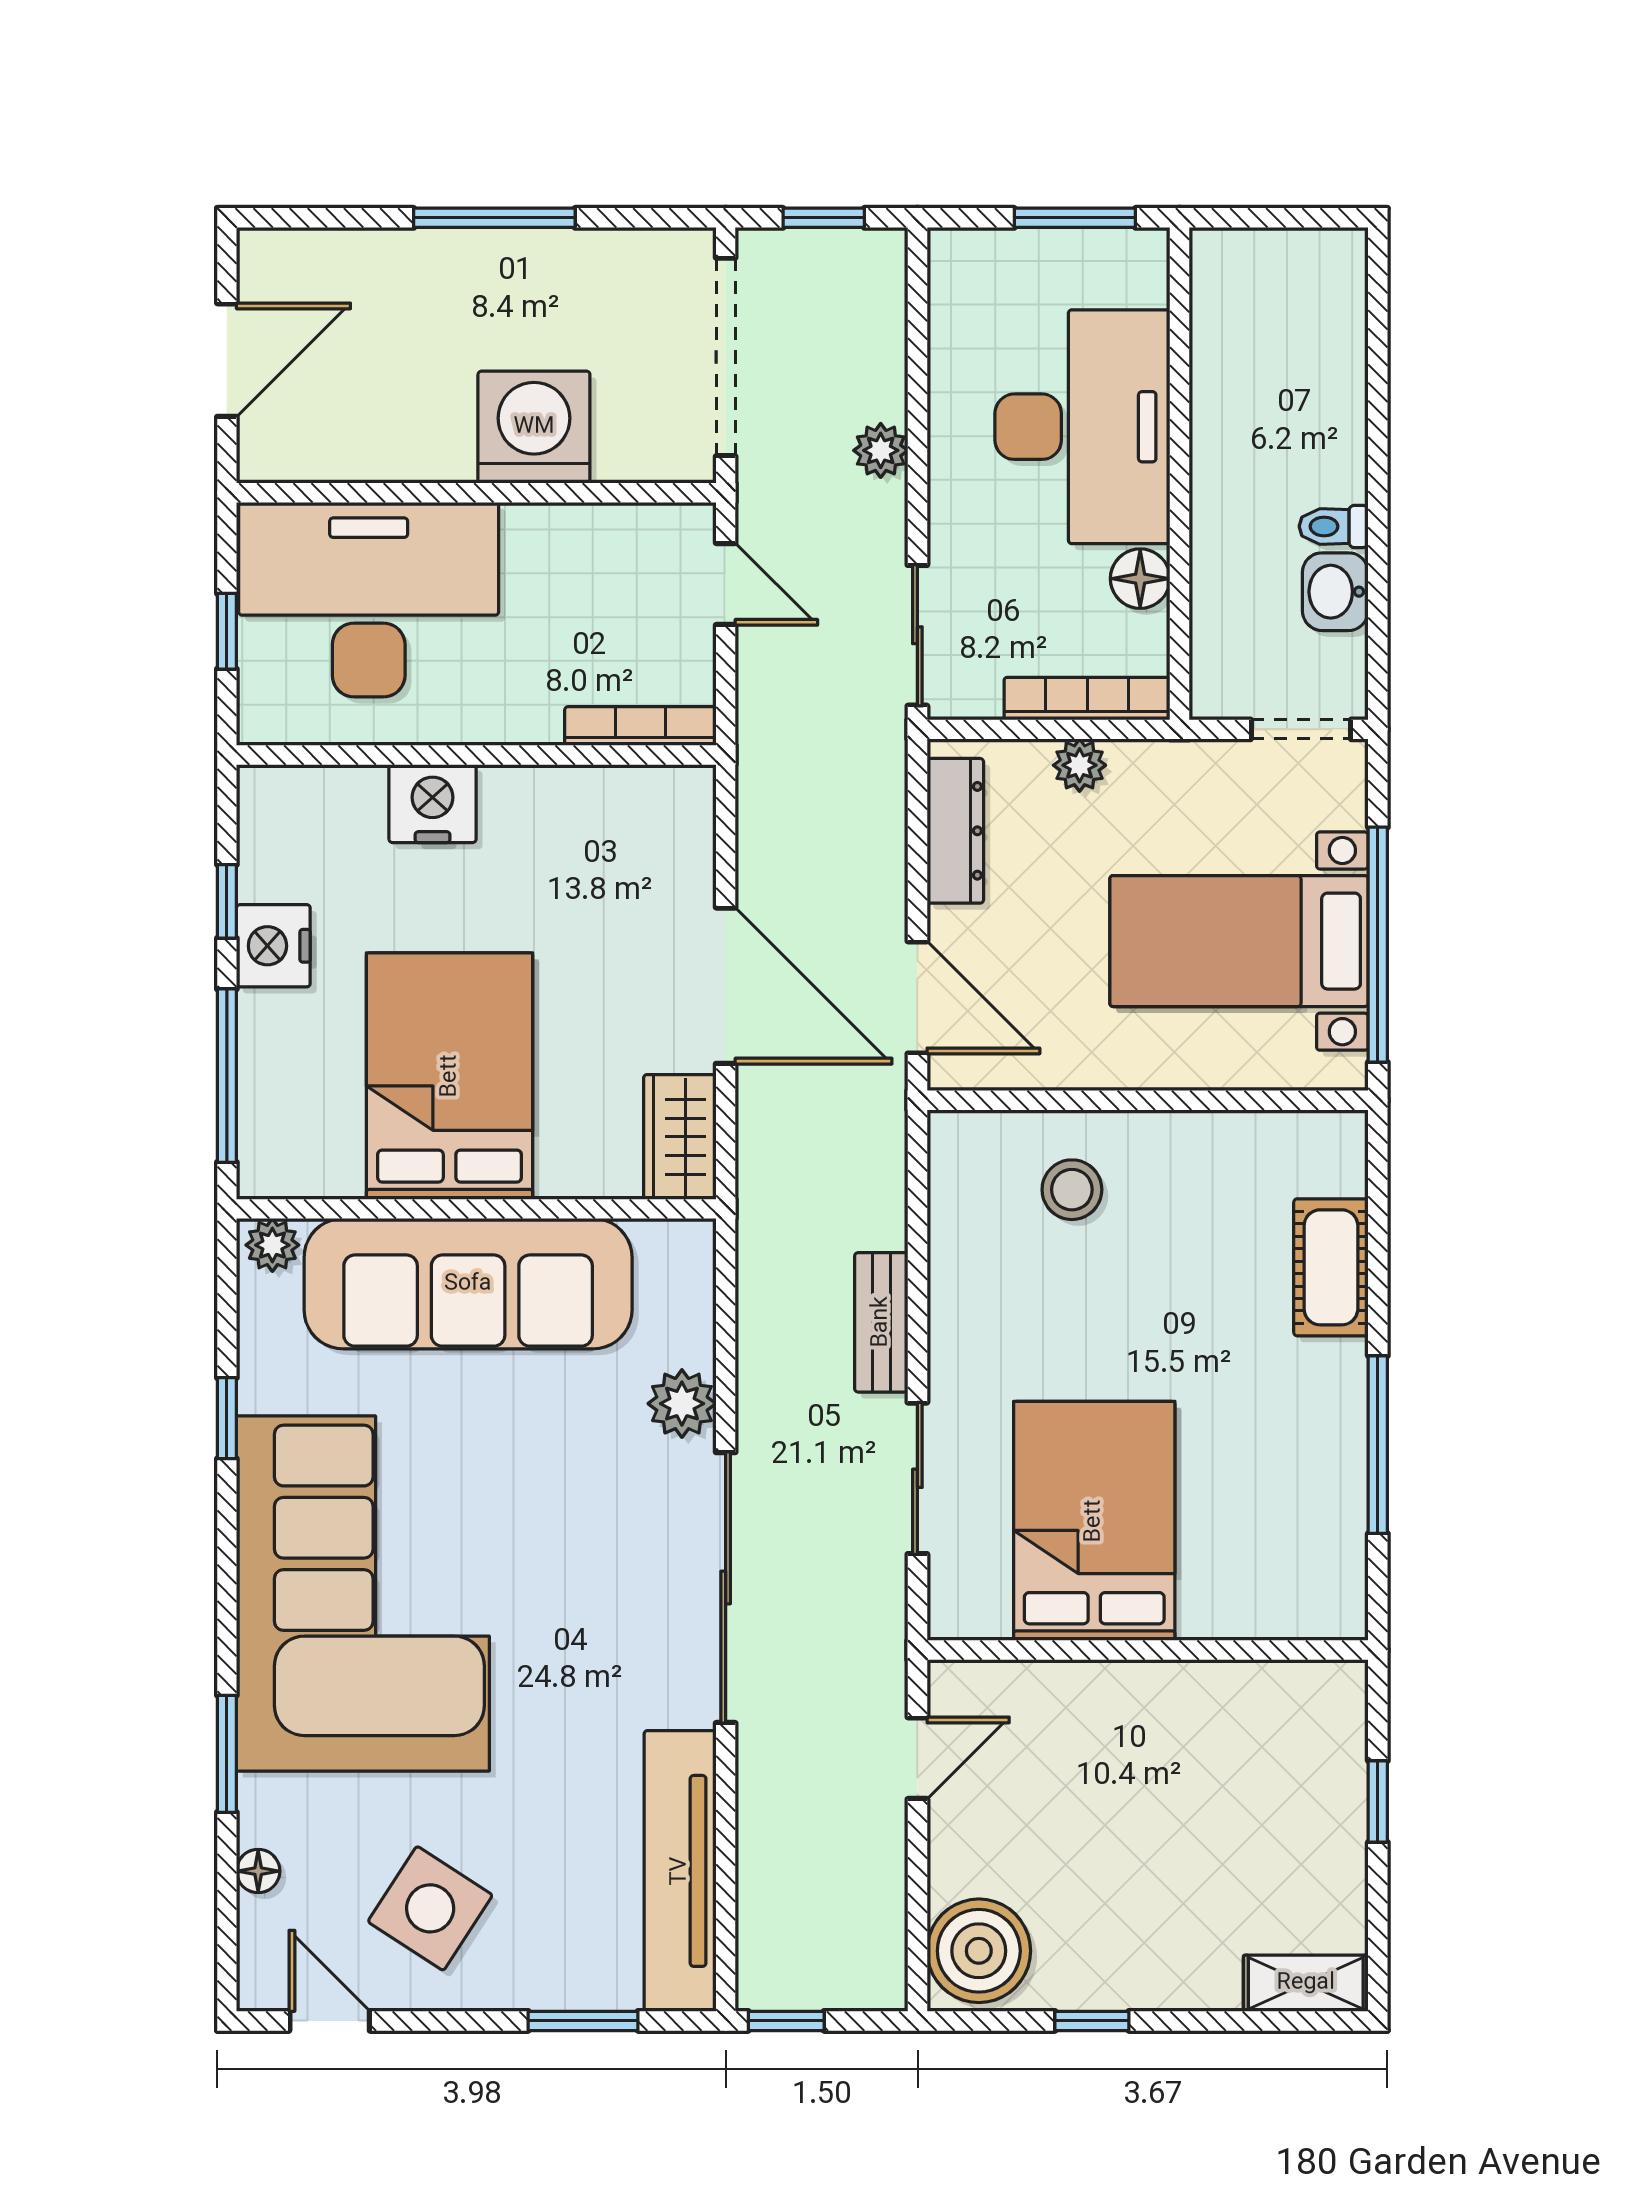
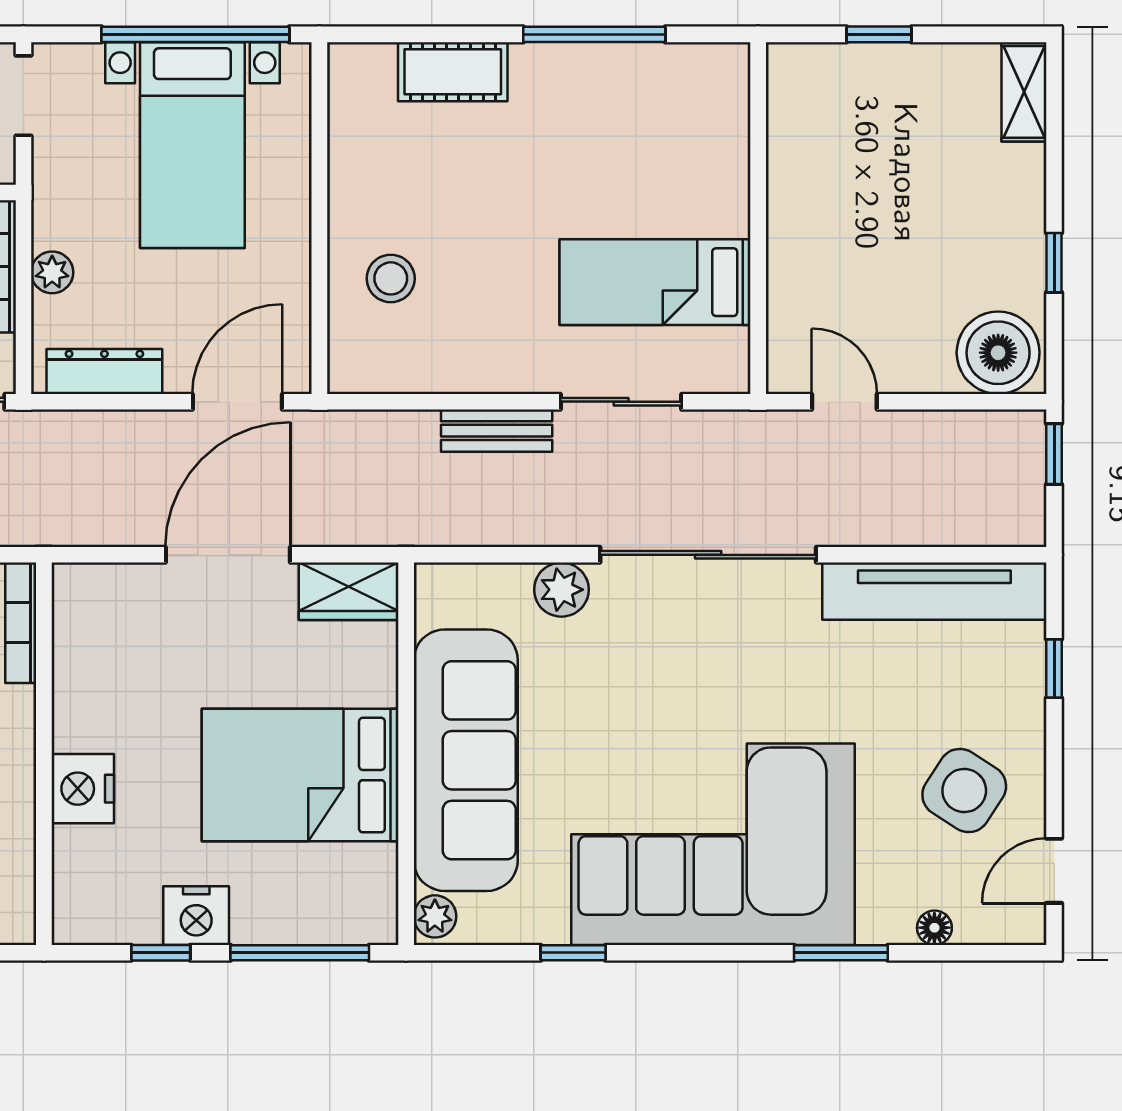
bed: (1094, 1521) -> (655, 282), width x0.67
window: (583, 2021) -> (1054, 668), width x0.67
window: (786, 2021) -> (1054, 454), moved

